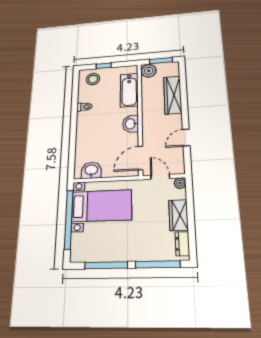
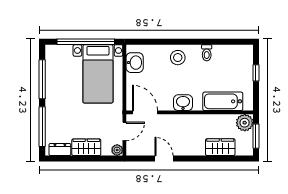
stool: (93, 79) -> (178, 58), moved
wardrobe: (173, 95) -> (220, 147), width x0.67

